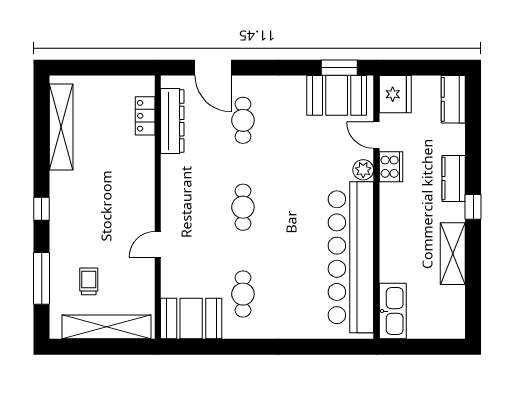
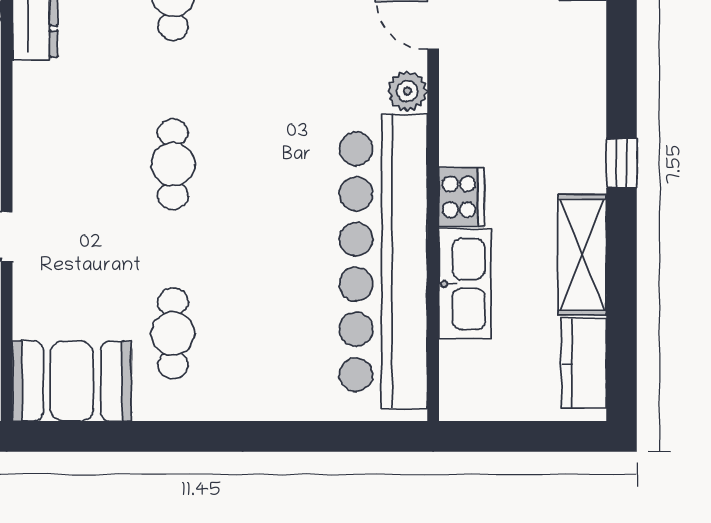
cooker: (391, 167) -> (462, 197), moved
kitchen counter: (454, 178) -> (584, 363), moved
kitchen sink: (393, 311) -> (465, 284), moved

